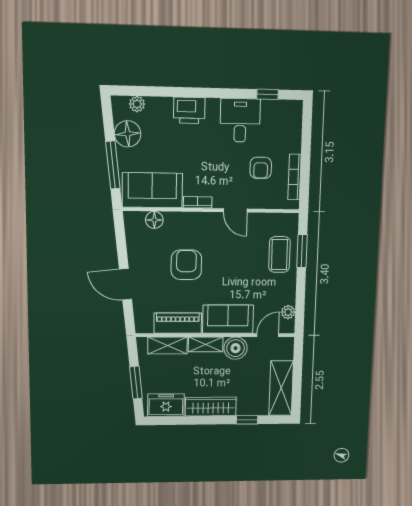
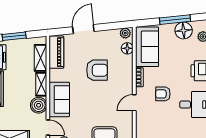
window: (113, 165) -> (175, 20), moved
armchair: (261, 168) -> (163, 94), moved
plant: (132, 223) -> (125, 33), added
piano: (178, 323) -> (56, 52), moved

